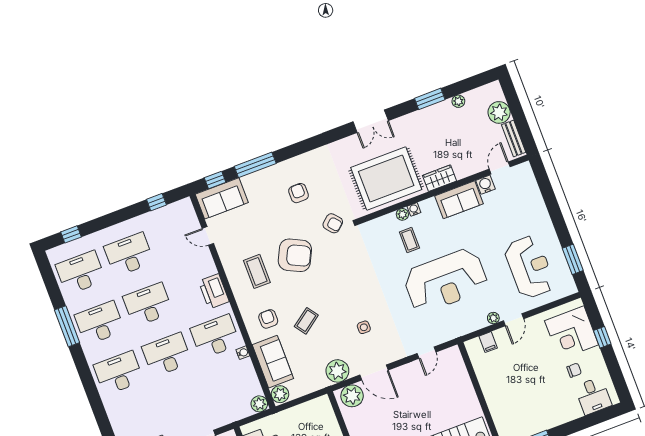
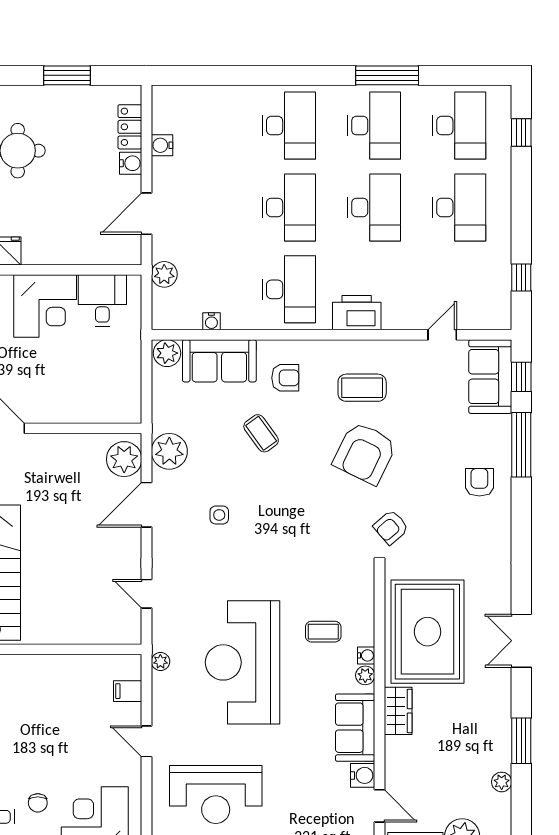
armchair: (299, 193) -> (479, 482), moved, turned -90
plant: (402, 214) -> (365, 675), moved
plant: (493, 318) -> (160, 661), moved
water cooler: (243, 353) -> (211, 321), moved
plant: (259, 404) -> (164, 274), moved

